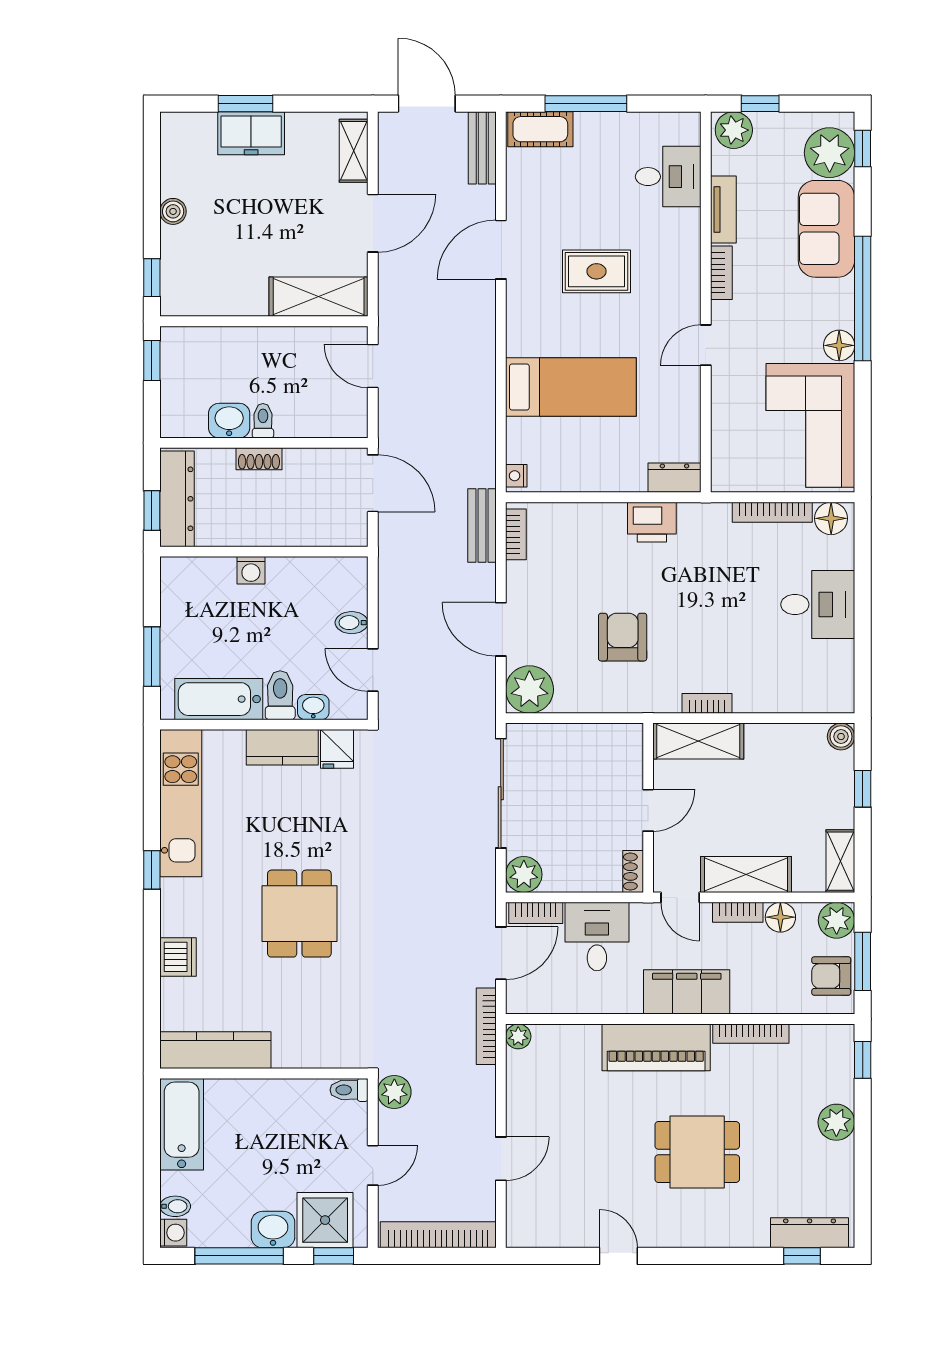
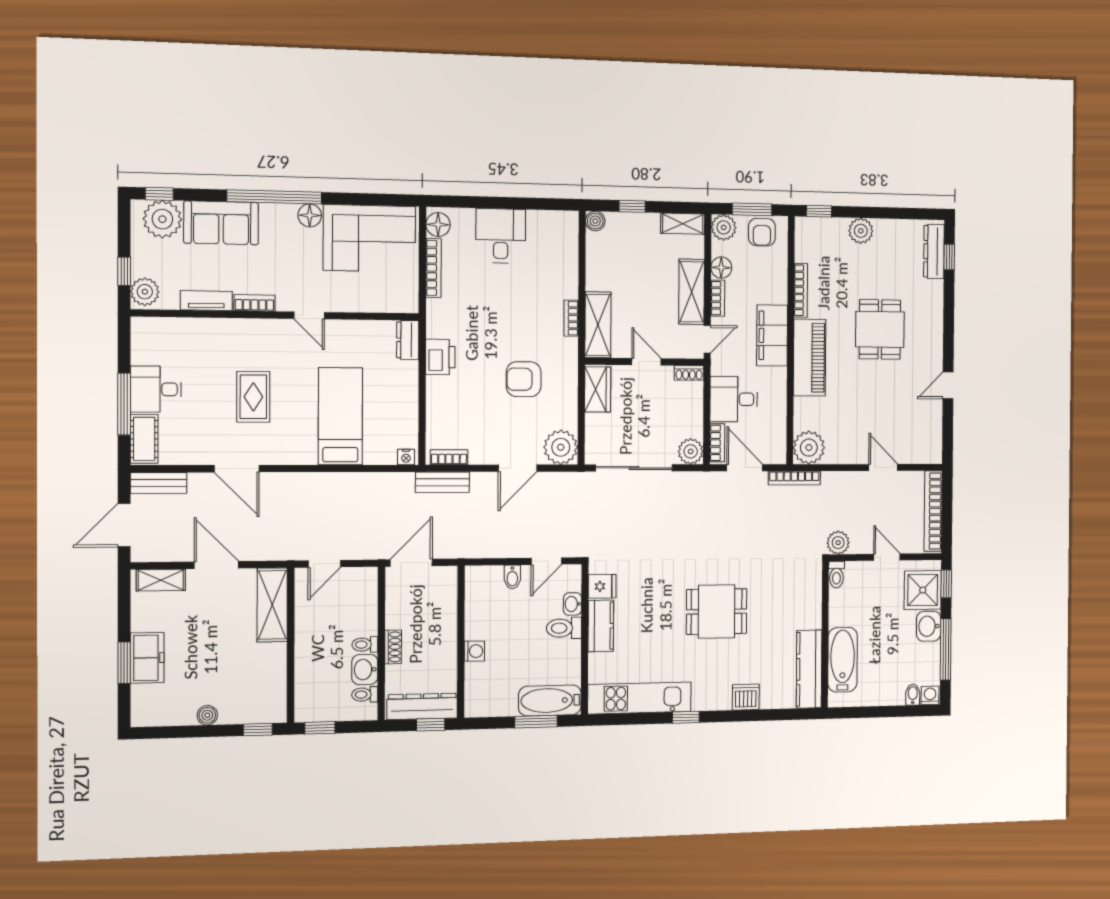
desk: (668, 177) -> (156, 389), moved, turned -90
toilet: (195, 421) -> (365, 694), added
bathtub: (219, 699) -> (550, 700), moved, turned 90
wardrobe: (609, 741) -> (598, 389), added
plant: (518, 1036) -> (809, 448), width x1.88, depth x1.88
bathtub: (182, 1124) -> (843, 660), moved, turned 90

